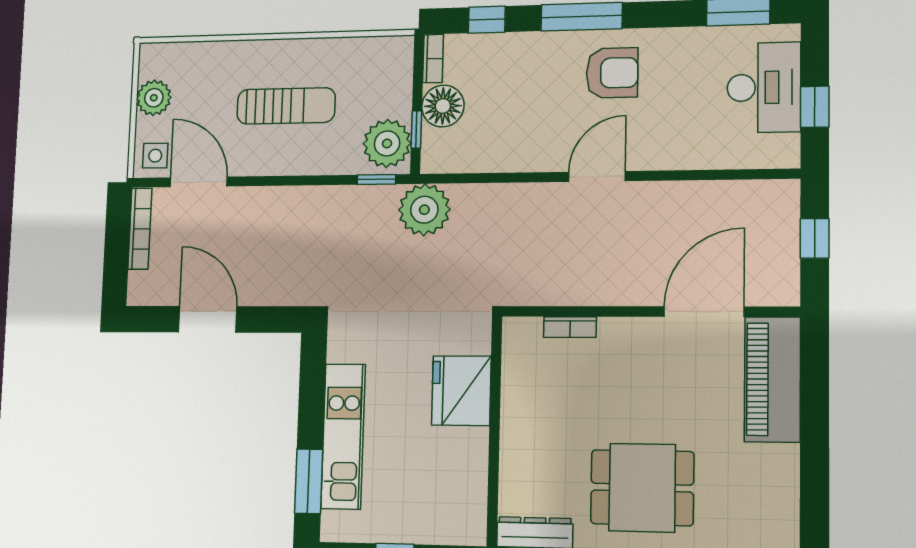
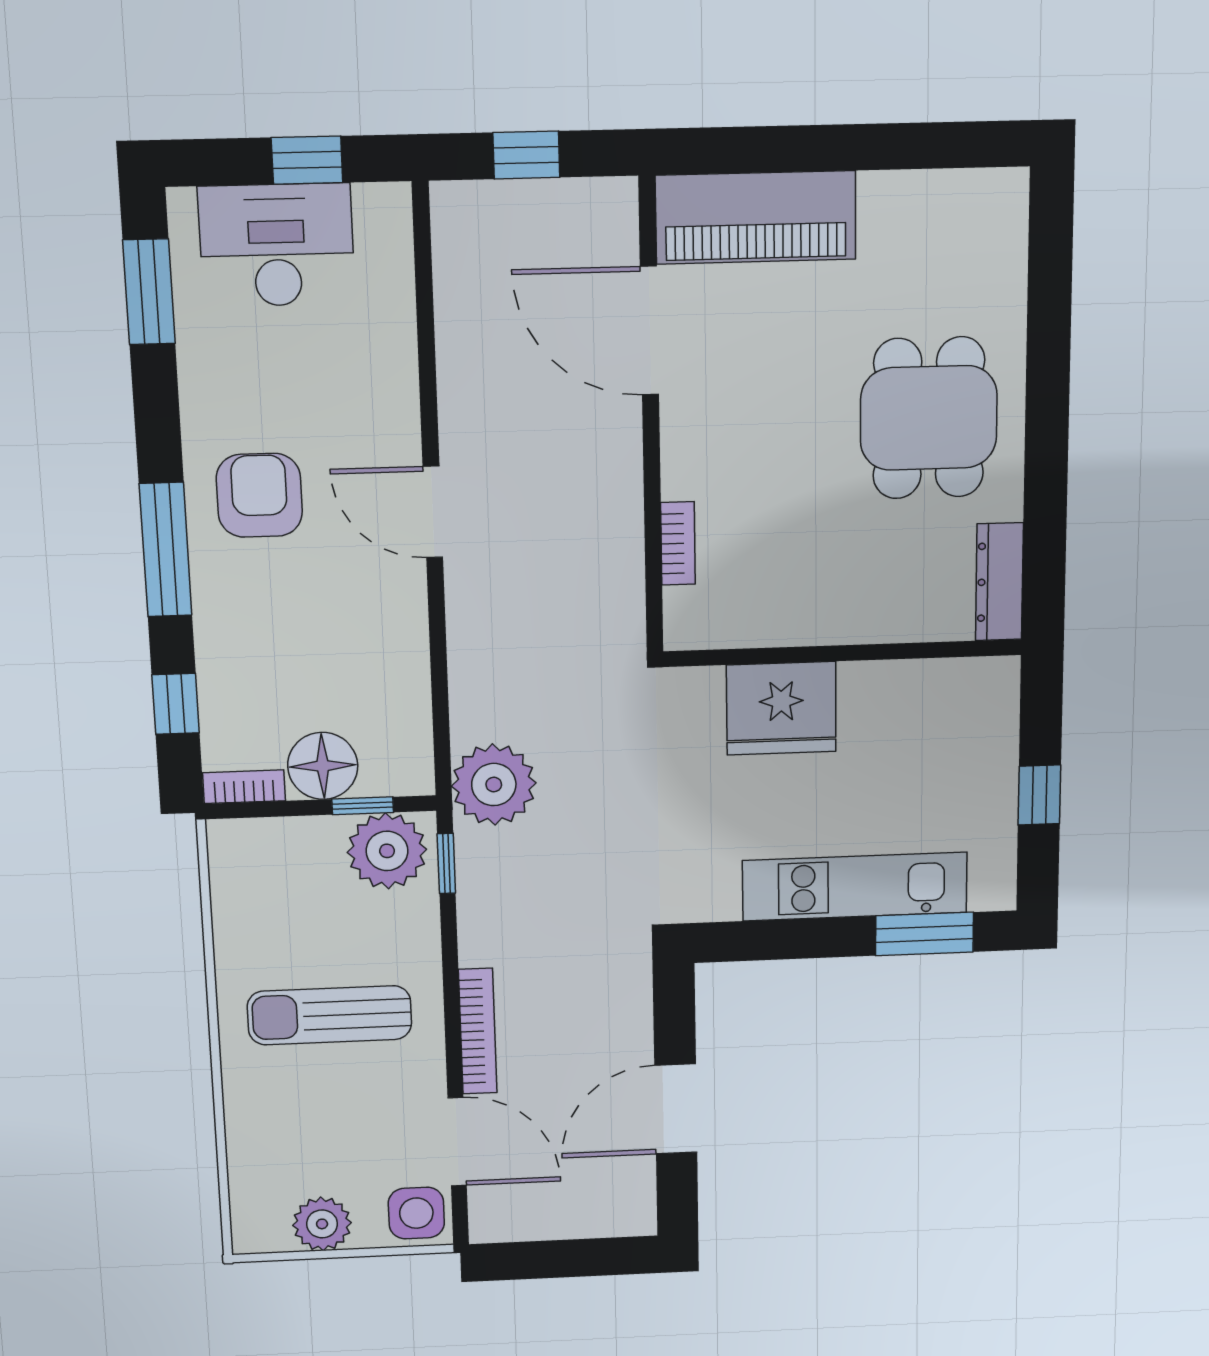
sun lounger: (286, 106) -> (330, 1015), turned -90
side table: (155, 156) -> (416, 1213), width x1.37, depth x1.37
door: (199, 182) -> (457, 1142), swing flipped
bookcase: (140, 229) -> (478, 1031), moved, turned 90

